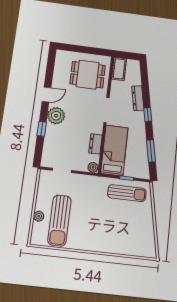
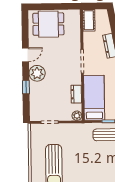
dining table: (88, 75) -> (48, 24), moved
plant: (39, 216) -> (35, 165), removed

